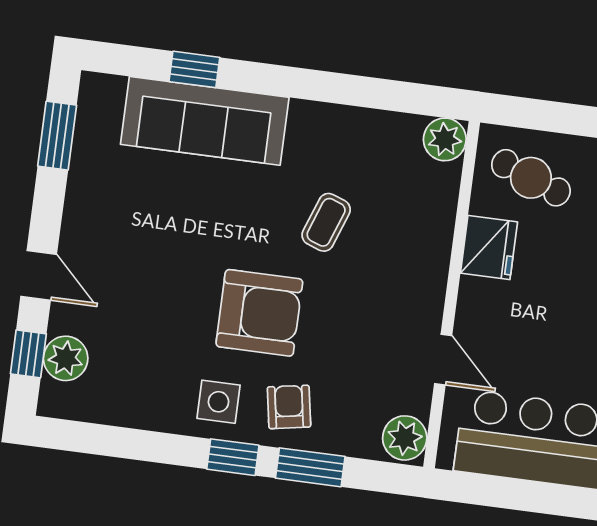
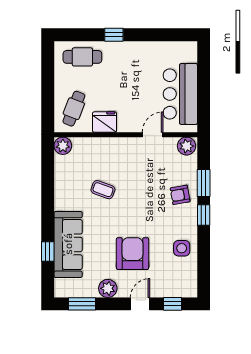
armchair: (259, 313) -> (132, 254), moved
plant: (66, 358) -> (108, 288), moved
side table: (218, 402) -> (182, 248), moved

